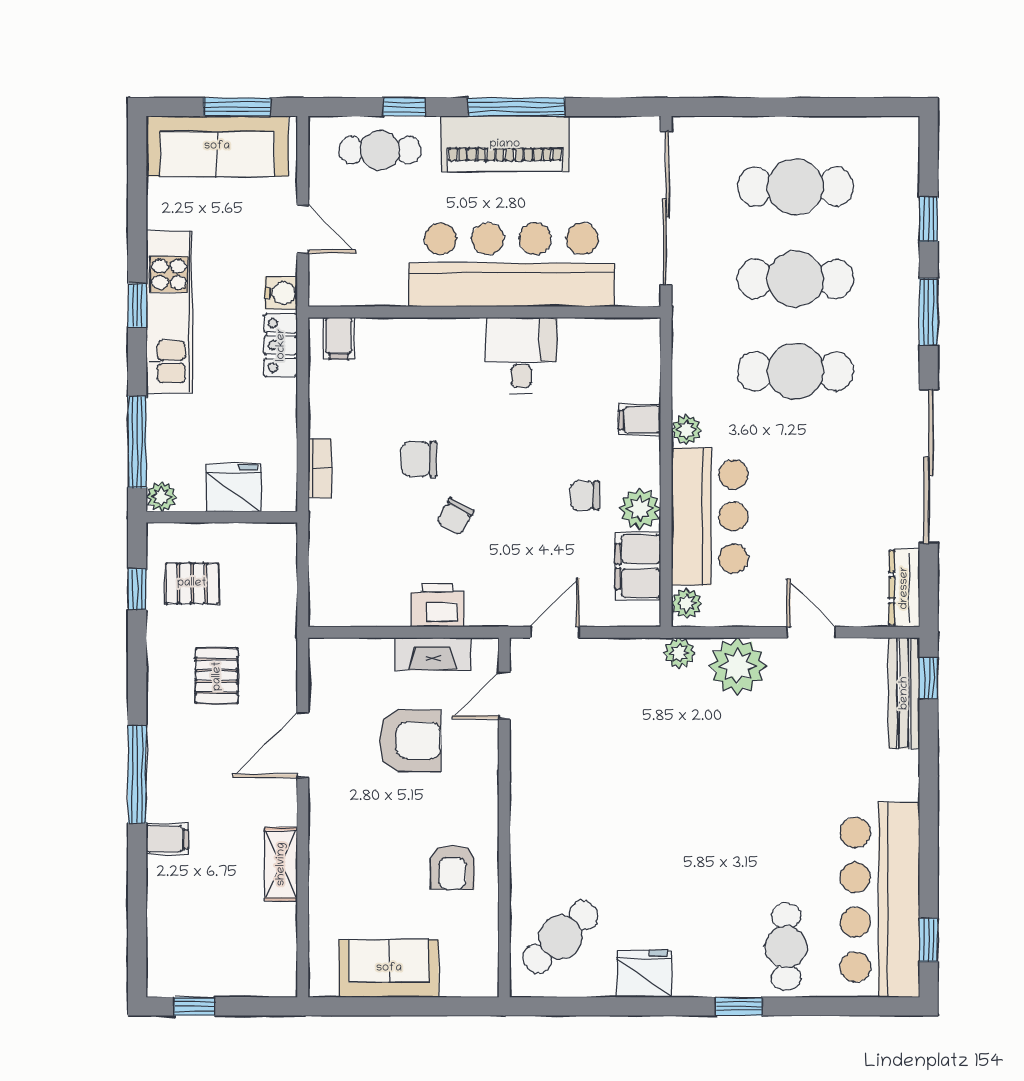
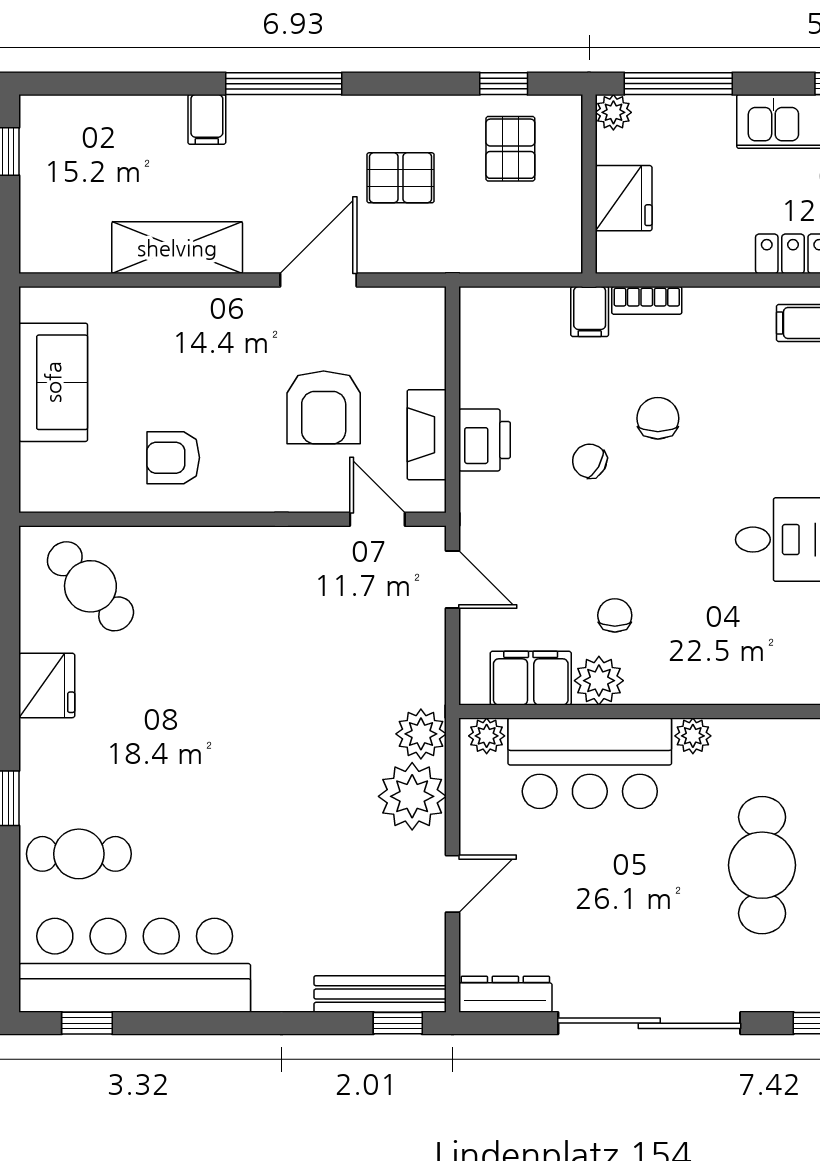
filing cabinet: (640, 420) -> (590, 312), moved, turned 180
plant: (679, 653) -> (421, 734), width x1.38, depth x1.38
door: (303, 745) -> (318, 280), hinge flipped
shelving: (281, 864) -> (177, 248), width x1.50, depth x1.33

